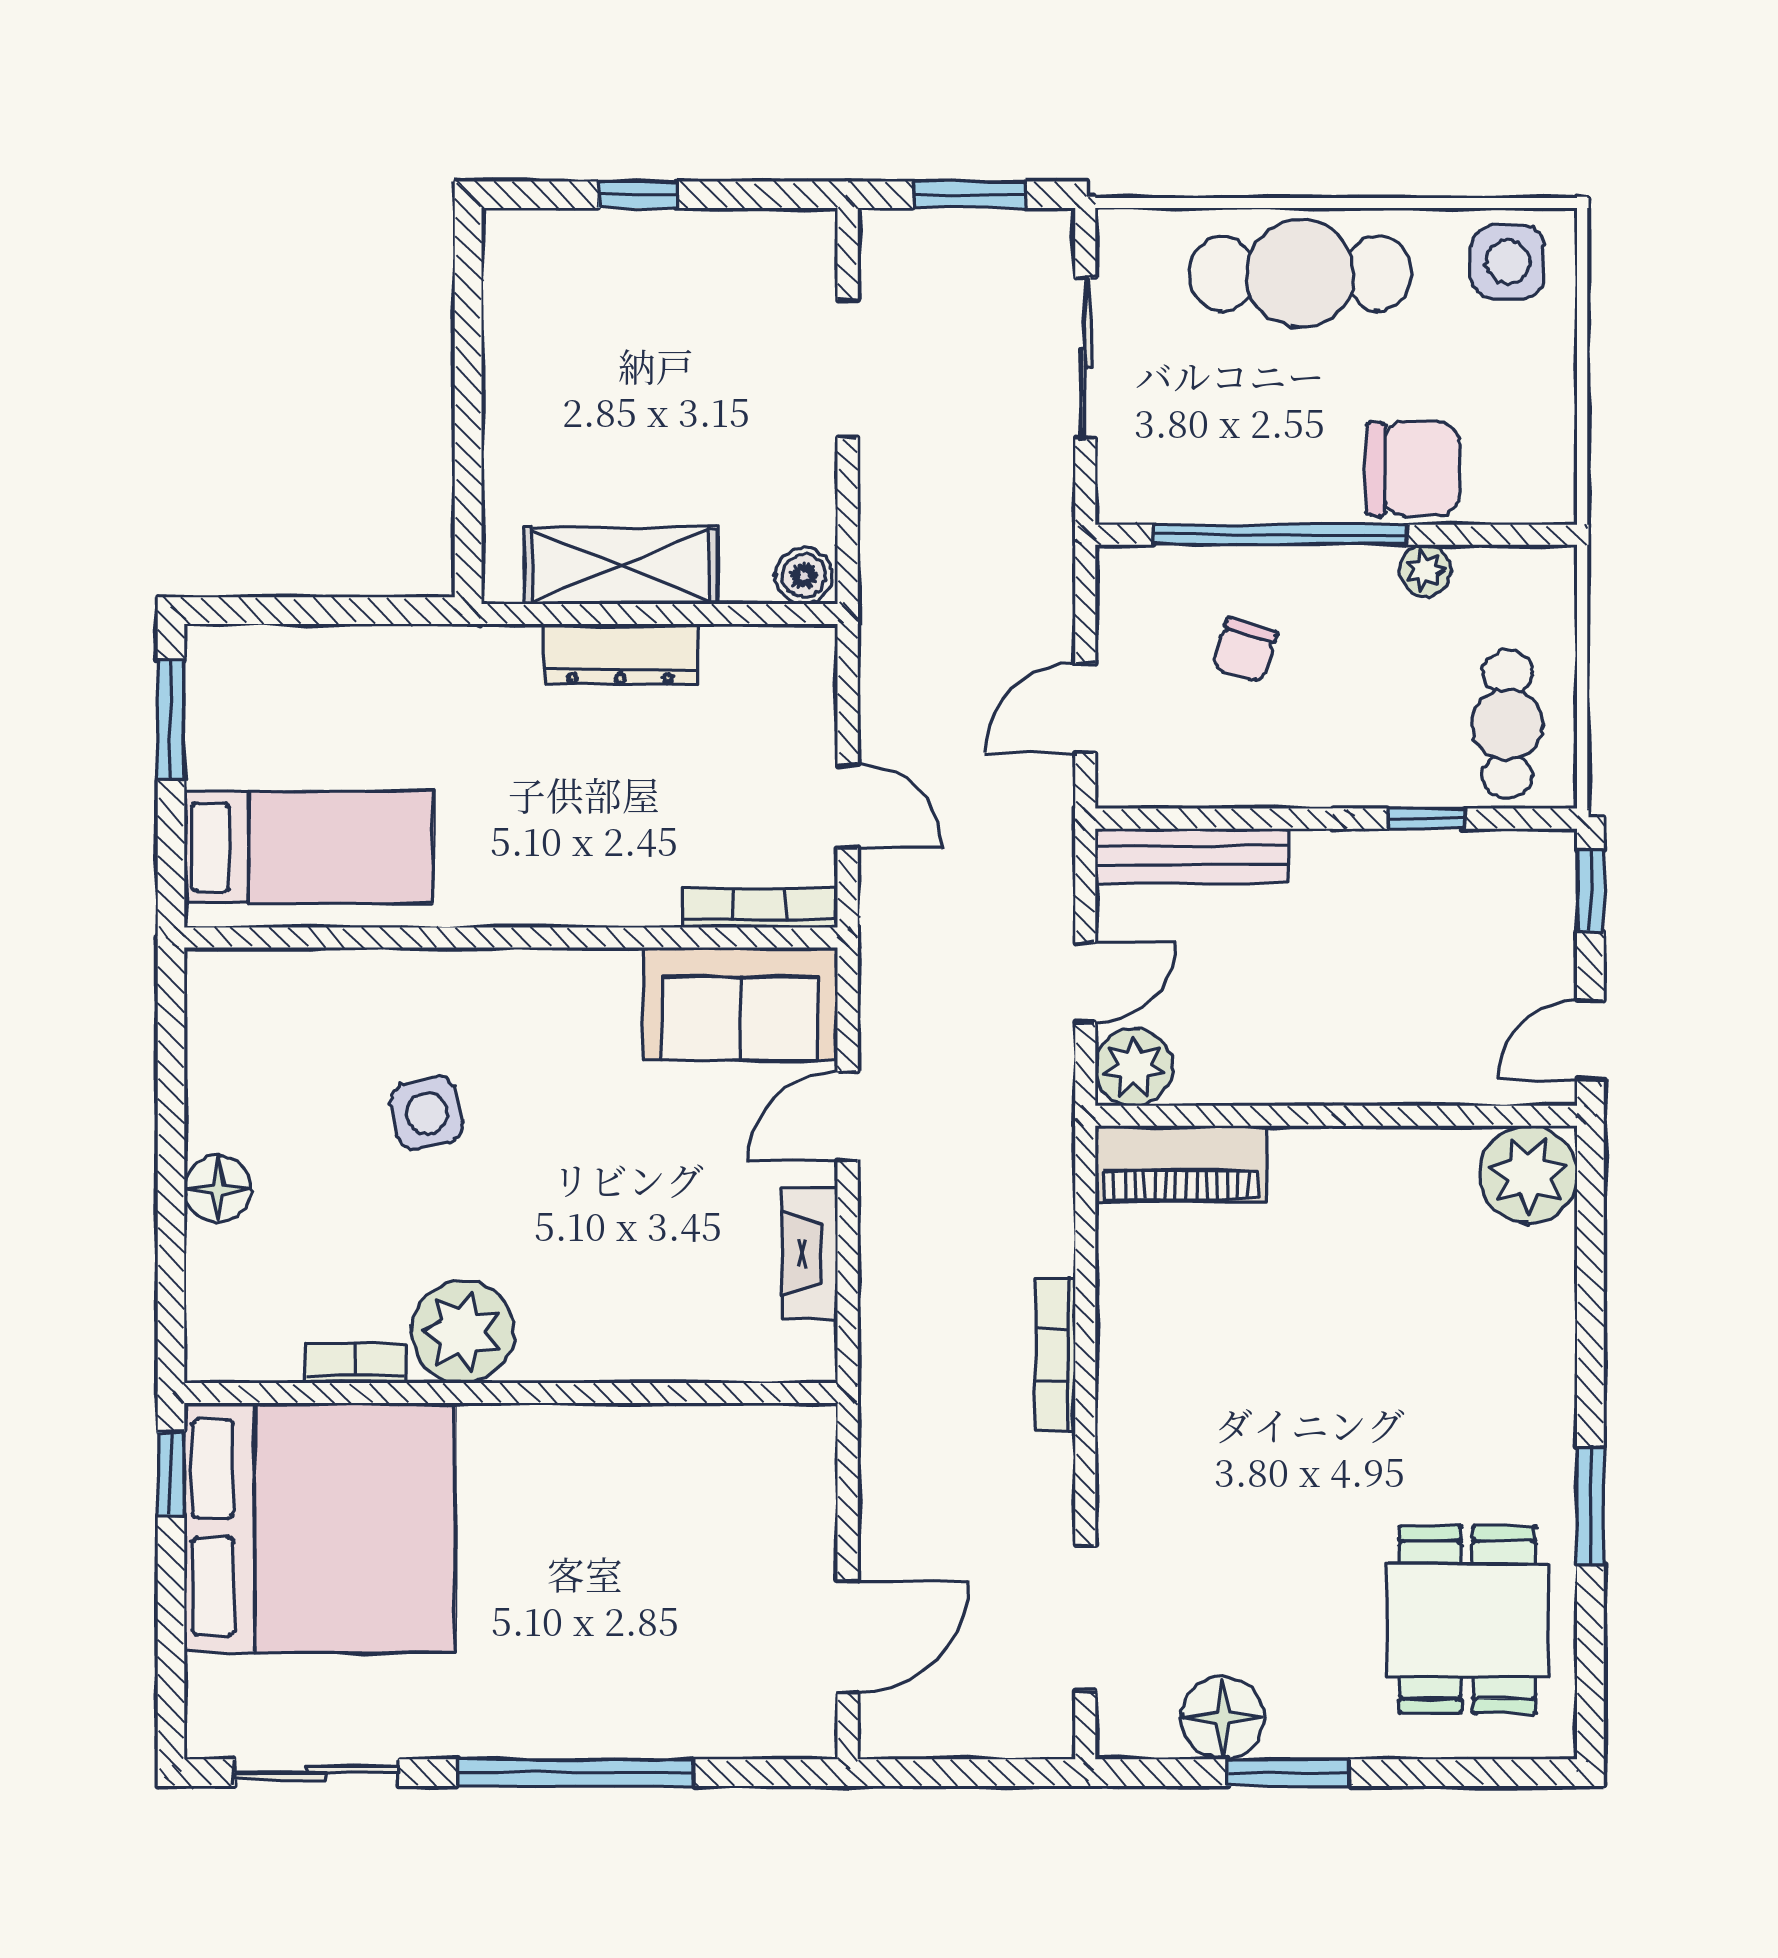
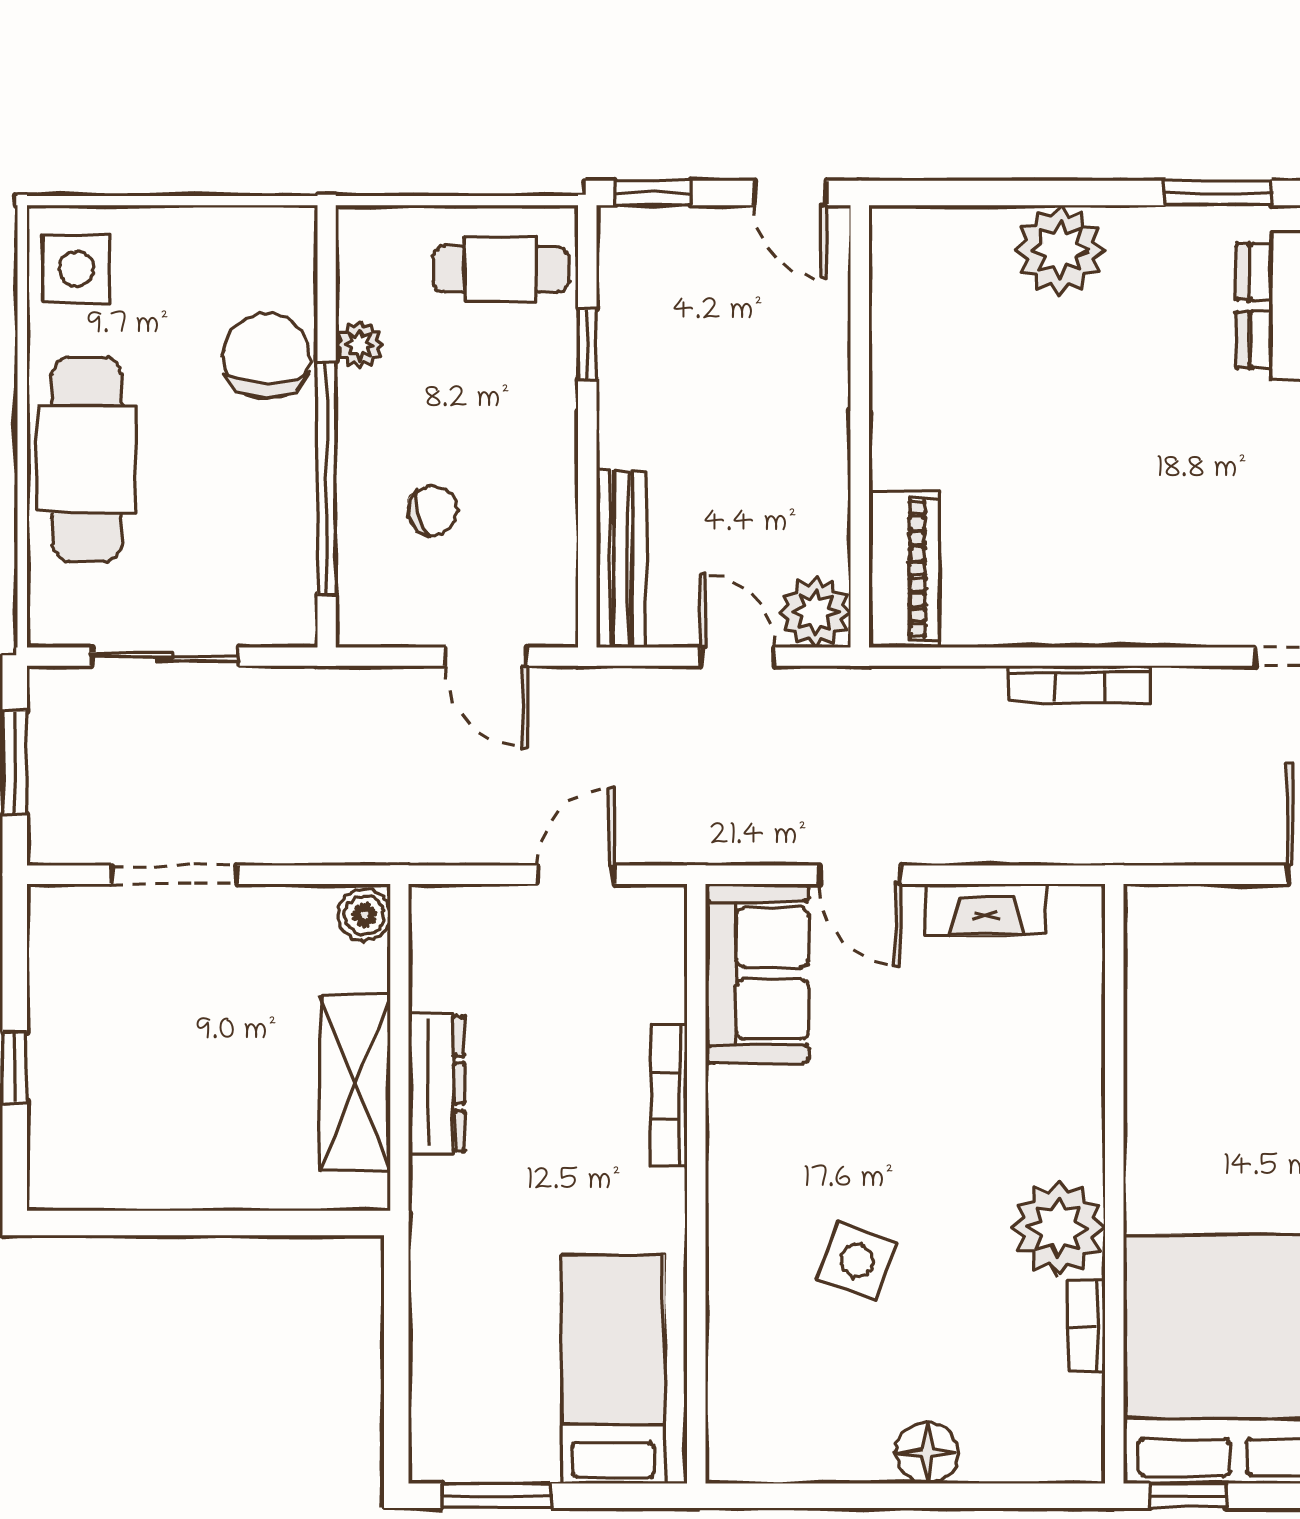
chair: (1244, 650) -> (432, 511), turned -30
bookcase: (760, 908) -> (669, 1096), moved
side table: (427, 1113) -> (857, 1261), turned 32
plant: (1528, 1175) -> (1060, 250), moved

